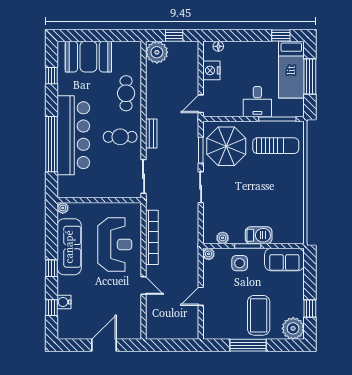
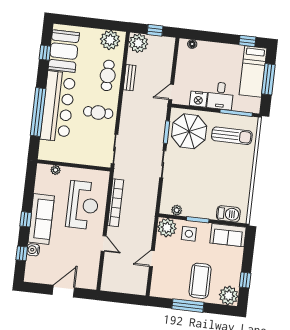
plant: (124, 53) -> (110, 40), added
booth: (88, 57) -> (64, 51), moved, turned 90
nightstand: (211, 70) -> (198, 99), moved, turned -90
bench: (151, 134) -> (130, 78), moved
plant: (63, 208) -> (56, 170), moved
barbecue: (259, 235) -> (228, 214), moved
sofa: (69, 247) -> (41, 219), moved
plant: (209, 254) -> (167, 228), width x1.88, depth x1.88

